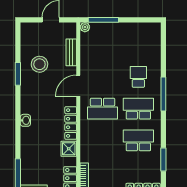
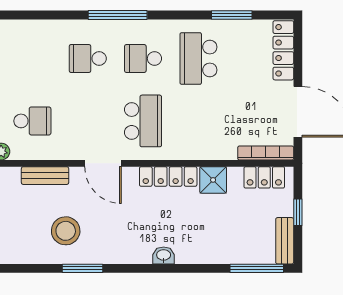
school desk: (103, 45) -> (32, 121), added
school desk: (138, 109) -> (143, 59), width x0.54

